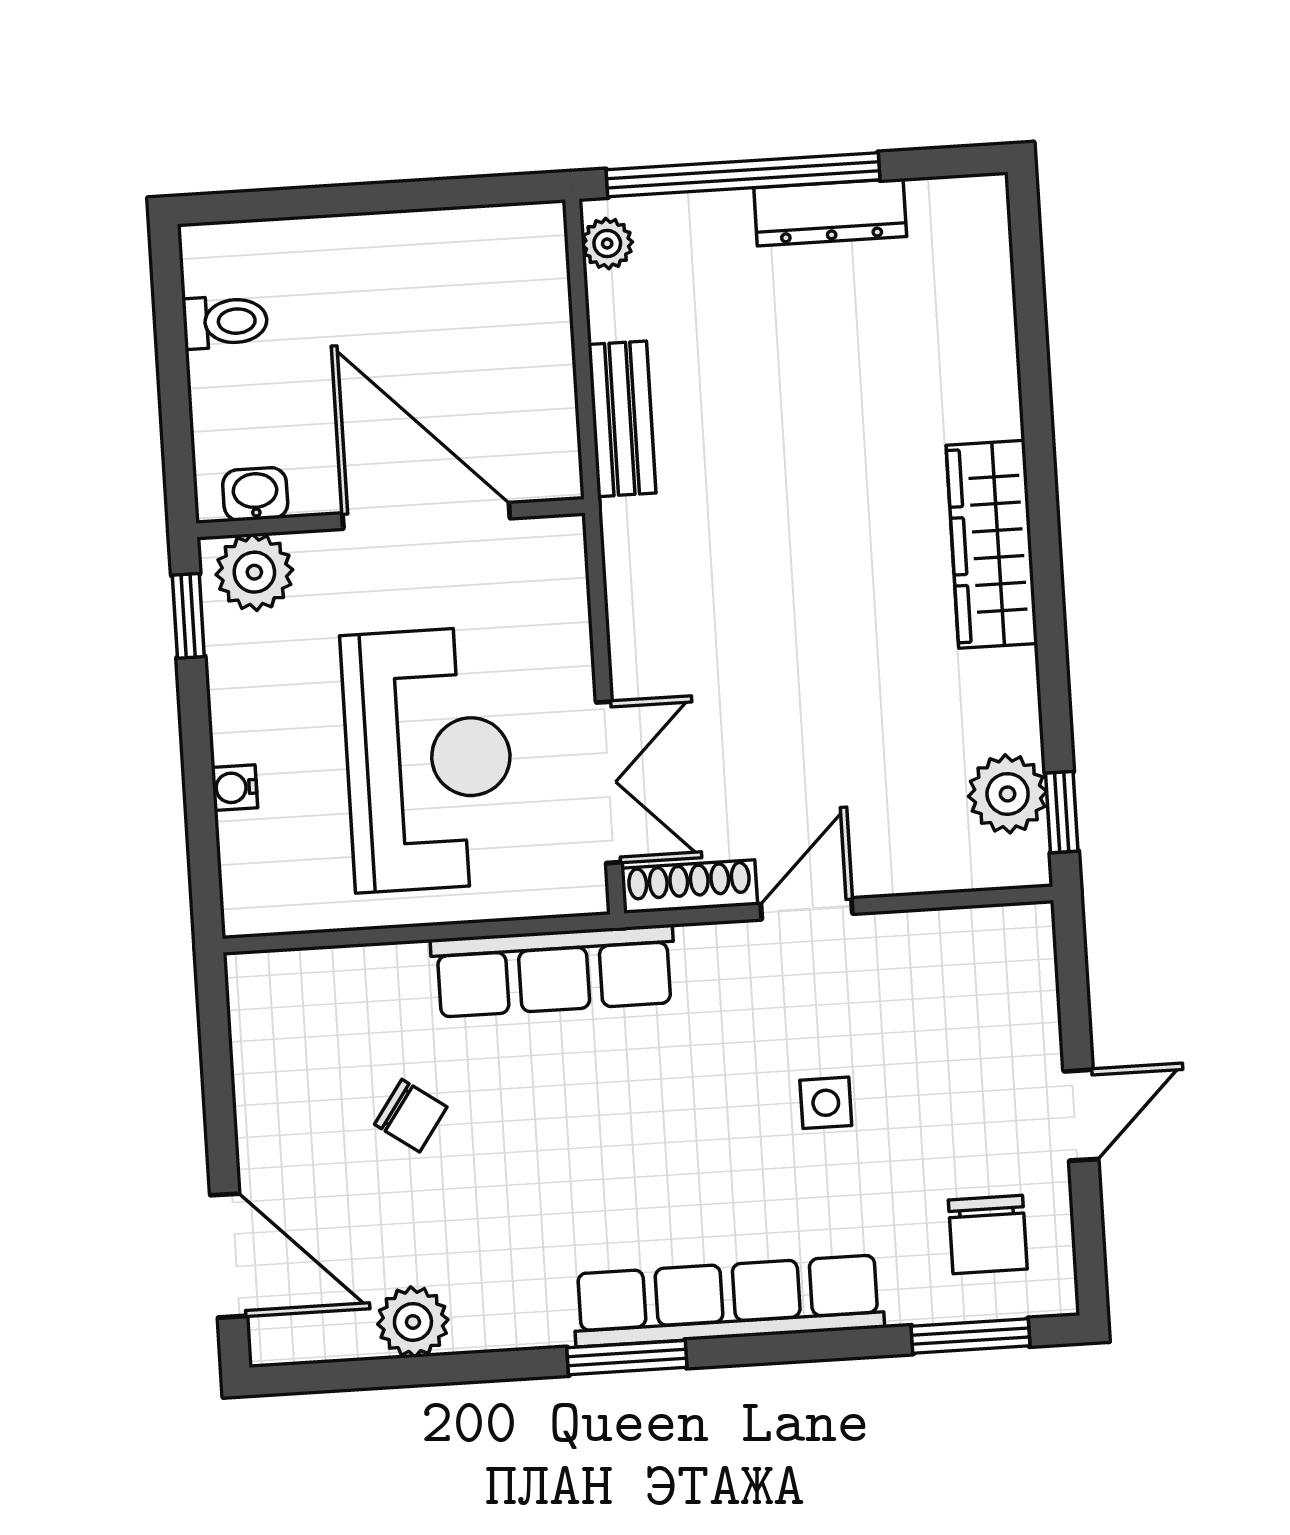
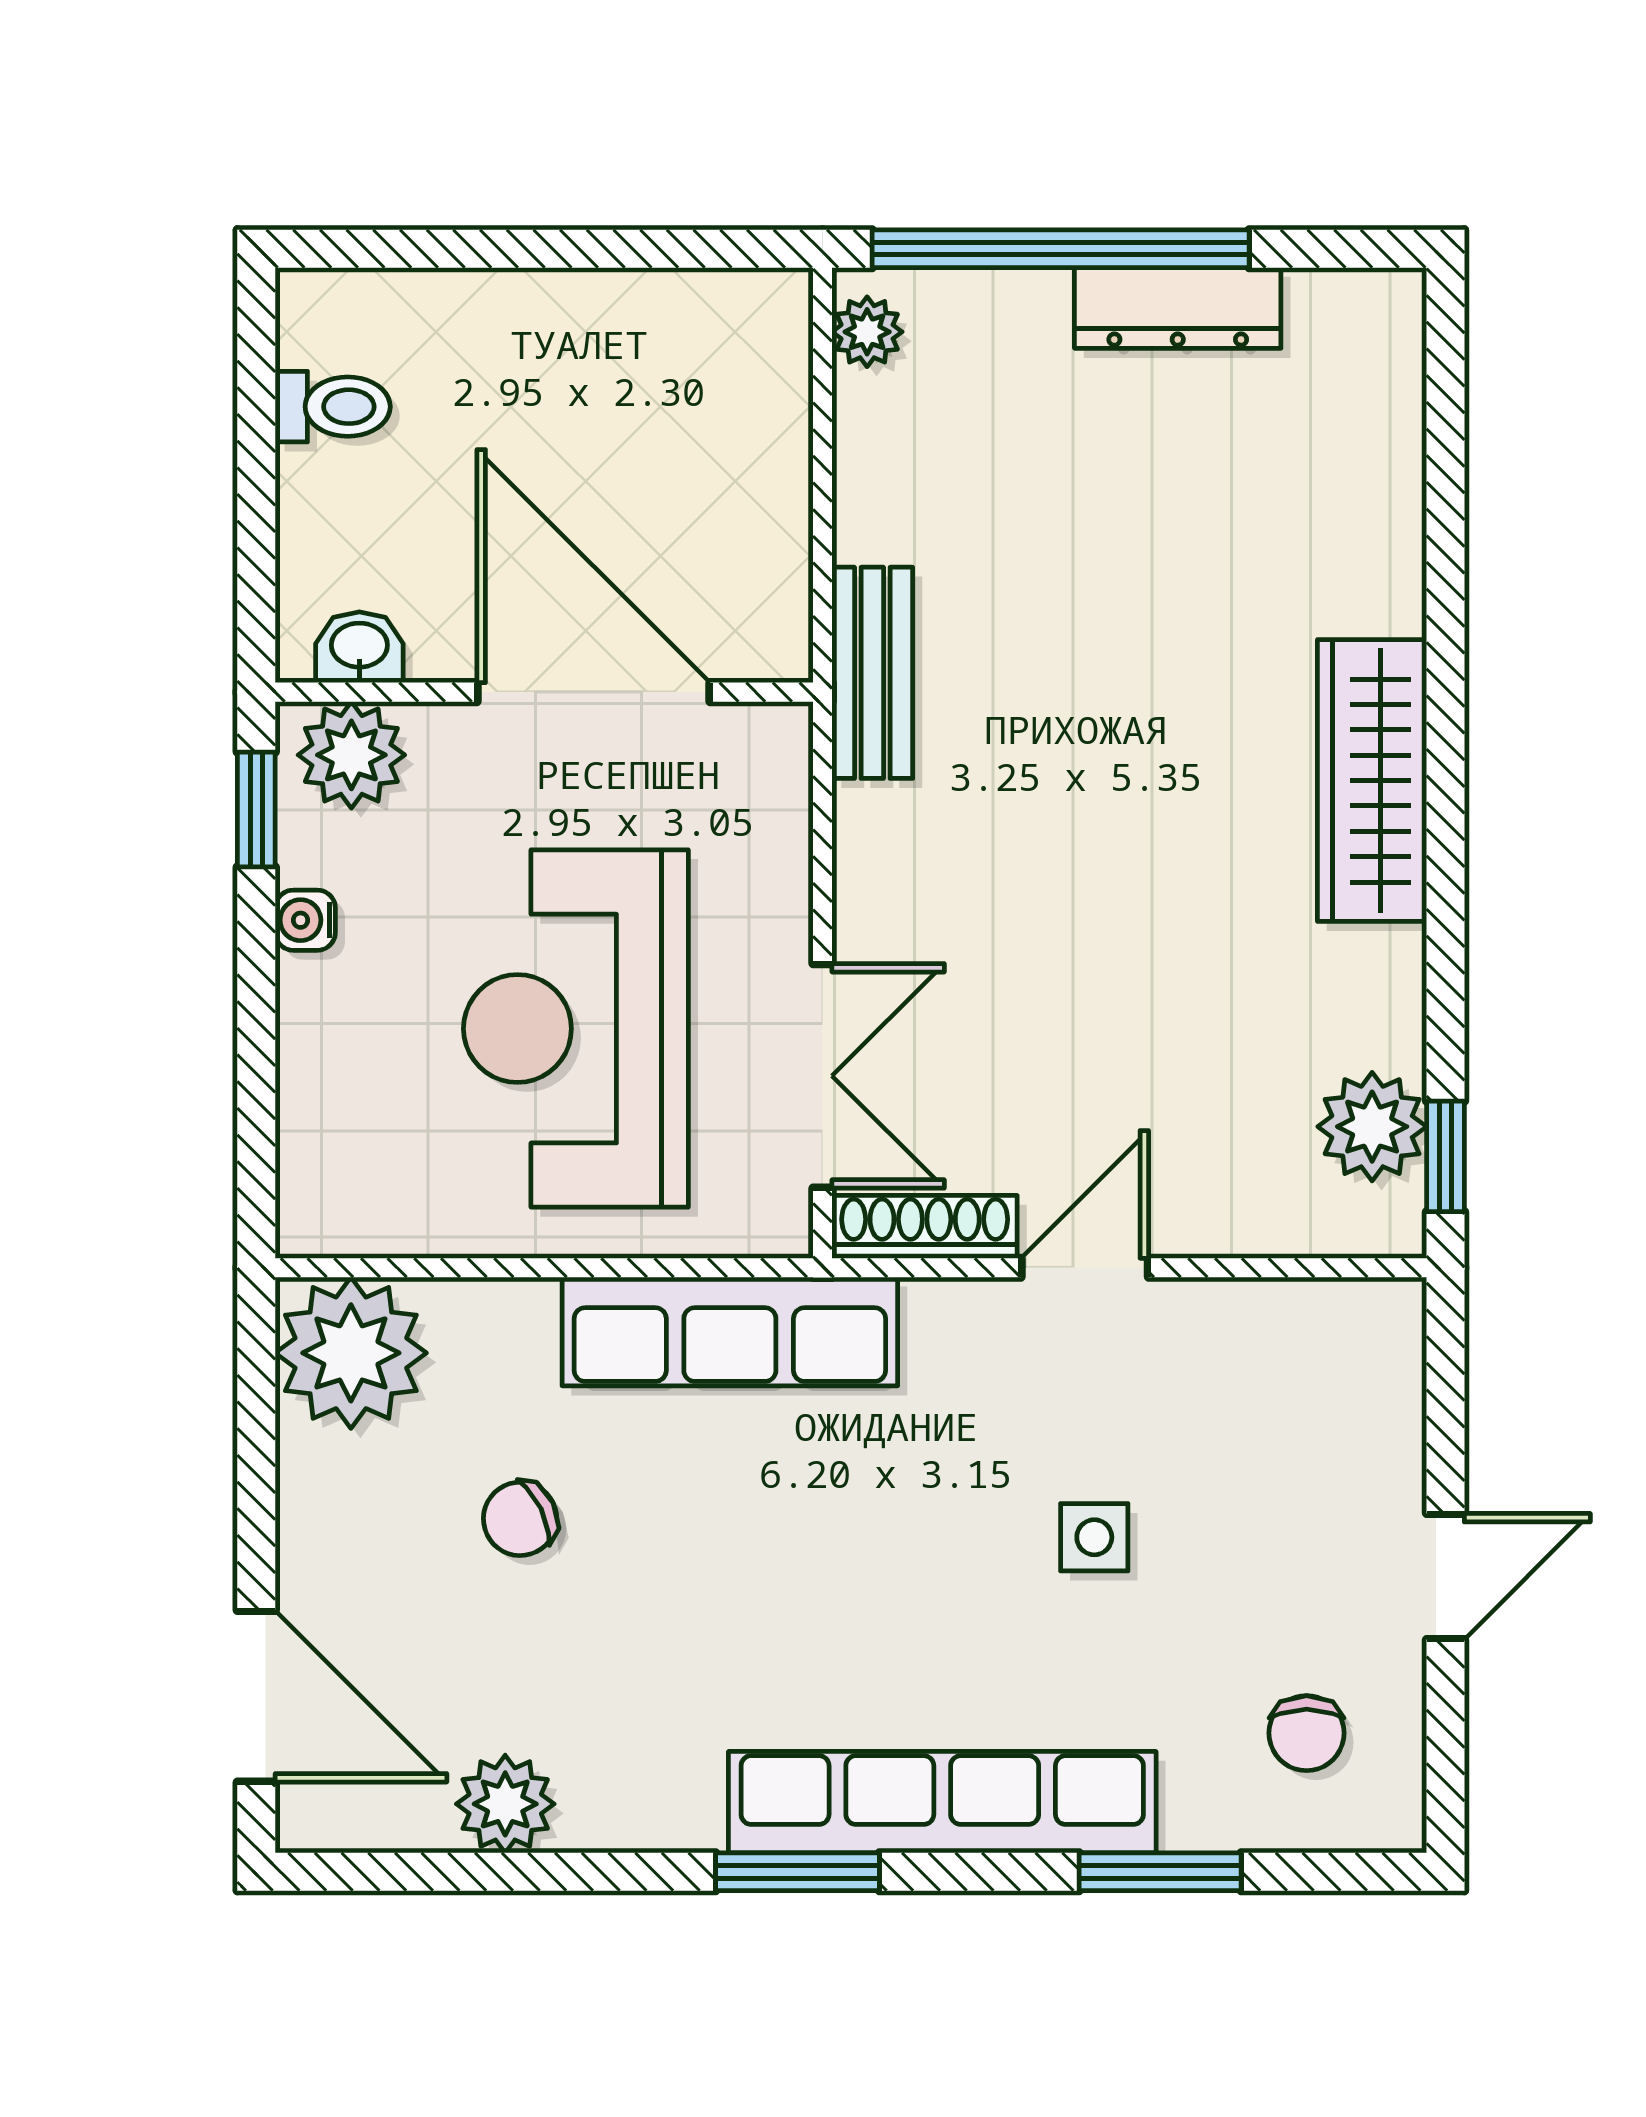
bench: (622, 419) -> (872, 673), moved
reception desk: (429, 759) -> (576, 1029), turned 180
water cooler: (235, 788) -> (305, 920), moved
plant: (281, 1004) -> (351, 1353), added
chair: (411, 1116) -> (520, 1519), turned 119
chair: (988, 1234) -> (1307, 1733), width x0.73, depth x0.73
window: (971, 1336) -> (1160, 1872), moved

